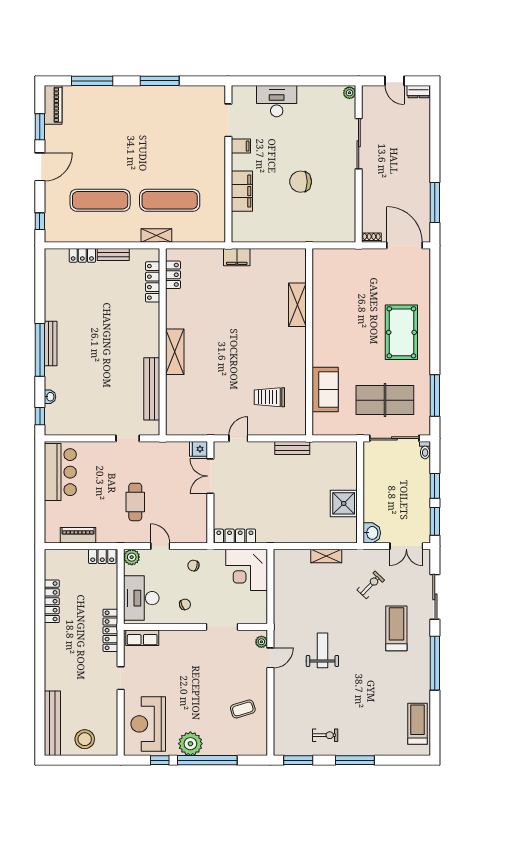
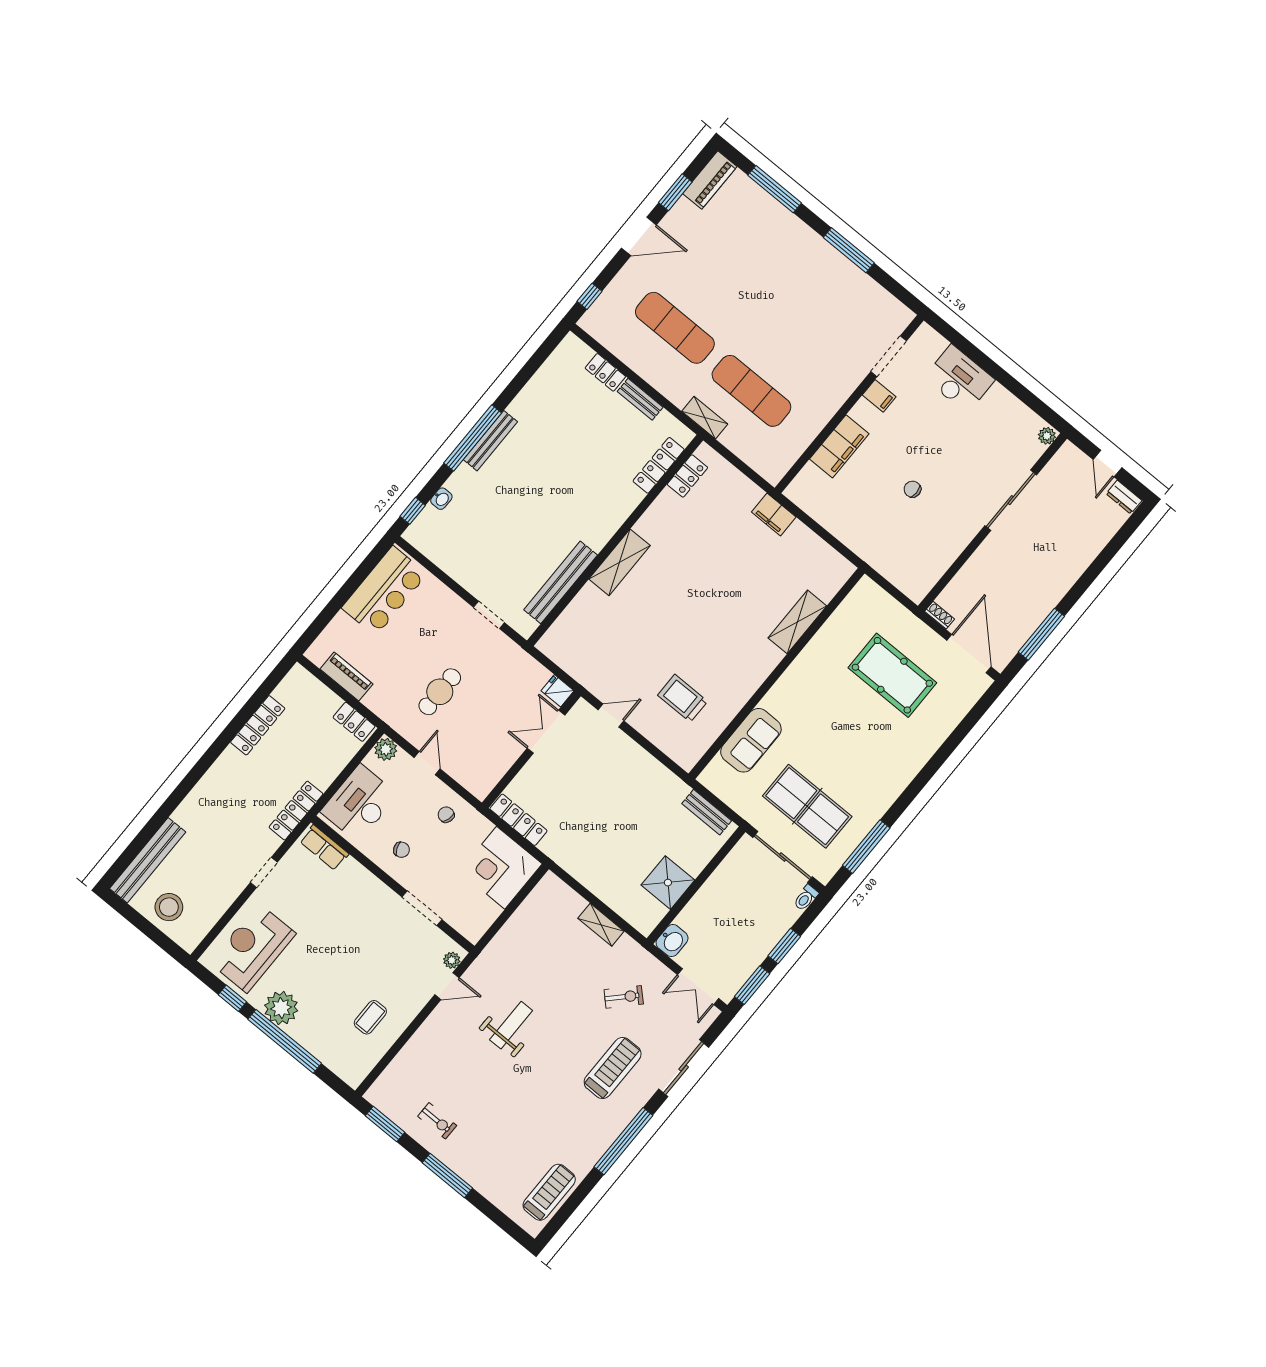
chair: (301, 182) -> (912, 489), width x0.54, depth x0.54
pool table: (401, 332) -> (892, 675), moved, turned 90
bench: (292, 448) -> (707, 812), moved
coffee table: (243, 709) -> (370, 1017), turned -73

